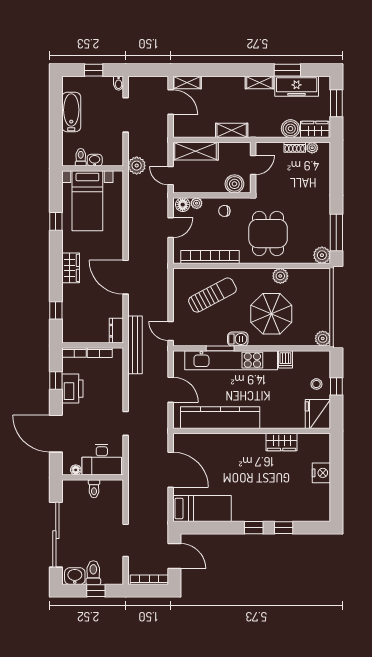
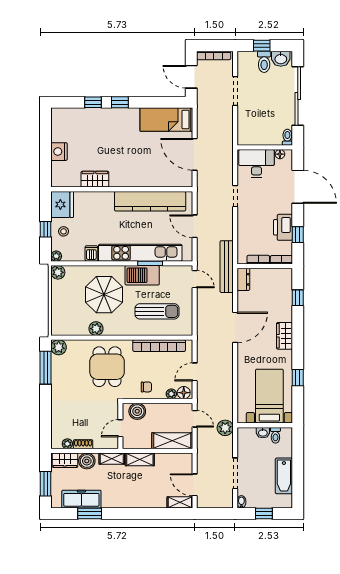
shelving: (260, 82) -> (112, 459), moved
door: (126, 277) -> (235, 327), hinge flipped
sun lounger: (212, 295) -> (157, 311), turned -152
barbecue: (238, 339) -> (142, 275), width x1.88, depth x1.53
plant: (325, 356) -> (56, 256), added
toilet: (94, 489) -> (287, 137), moved

